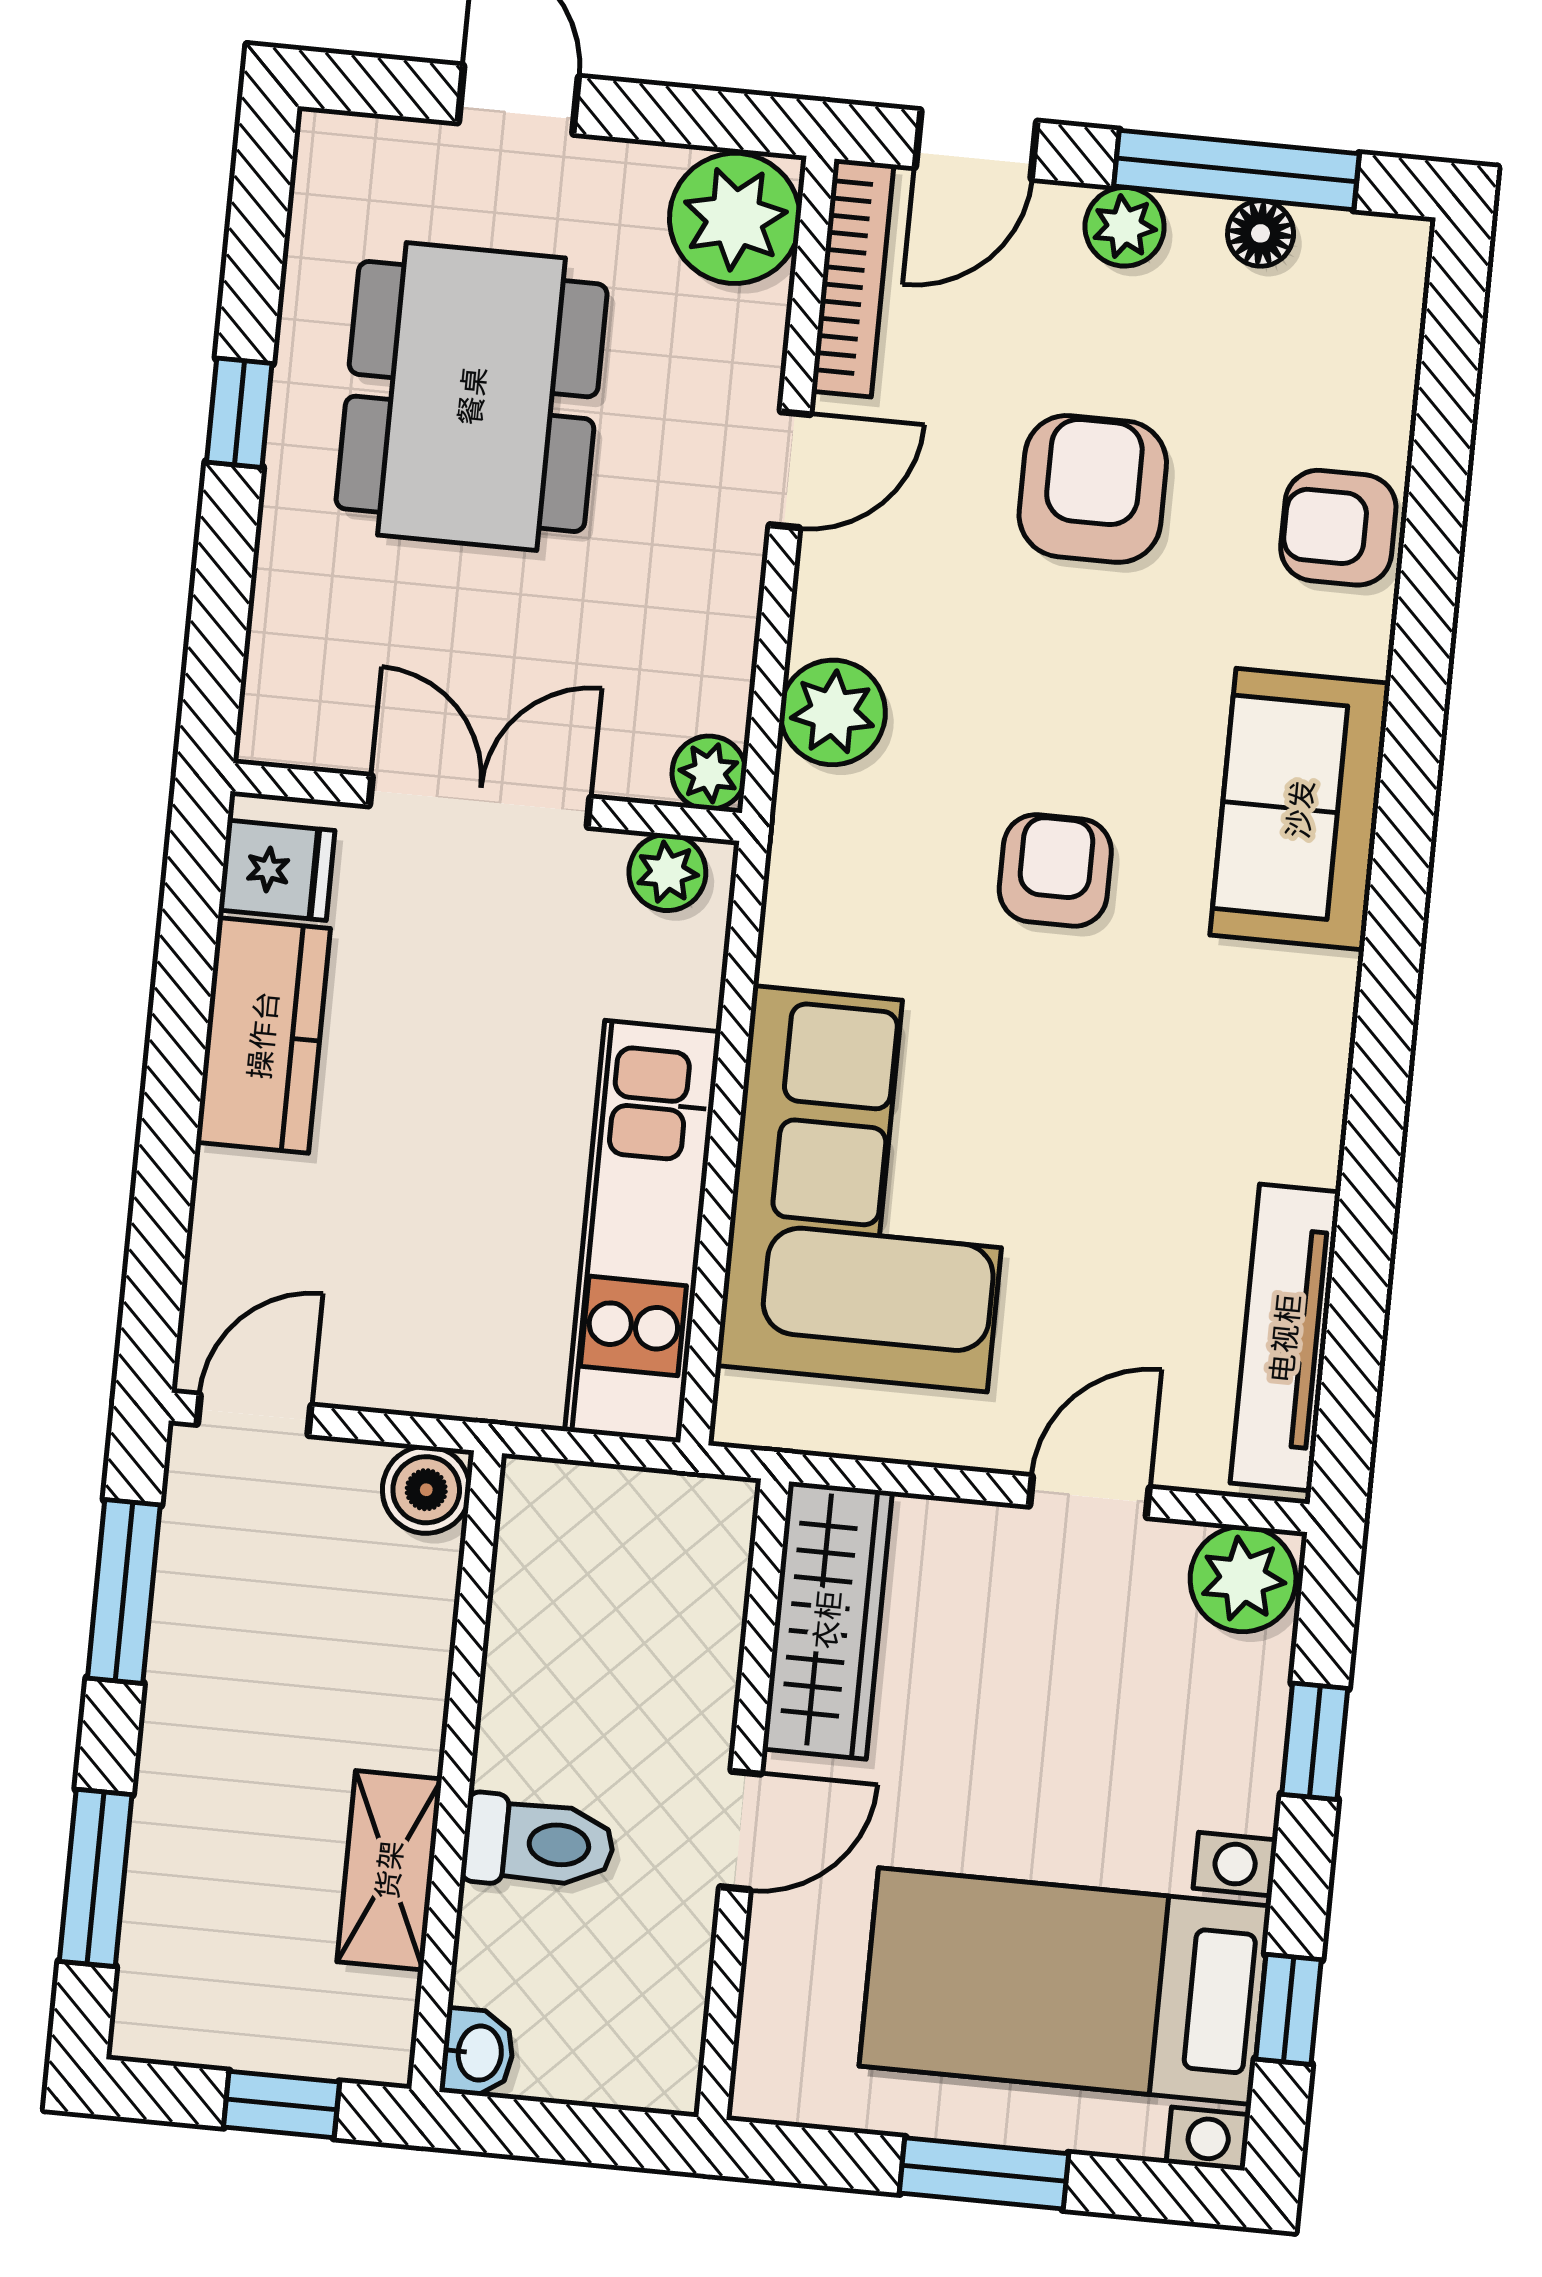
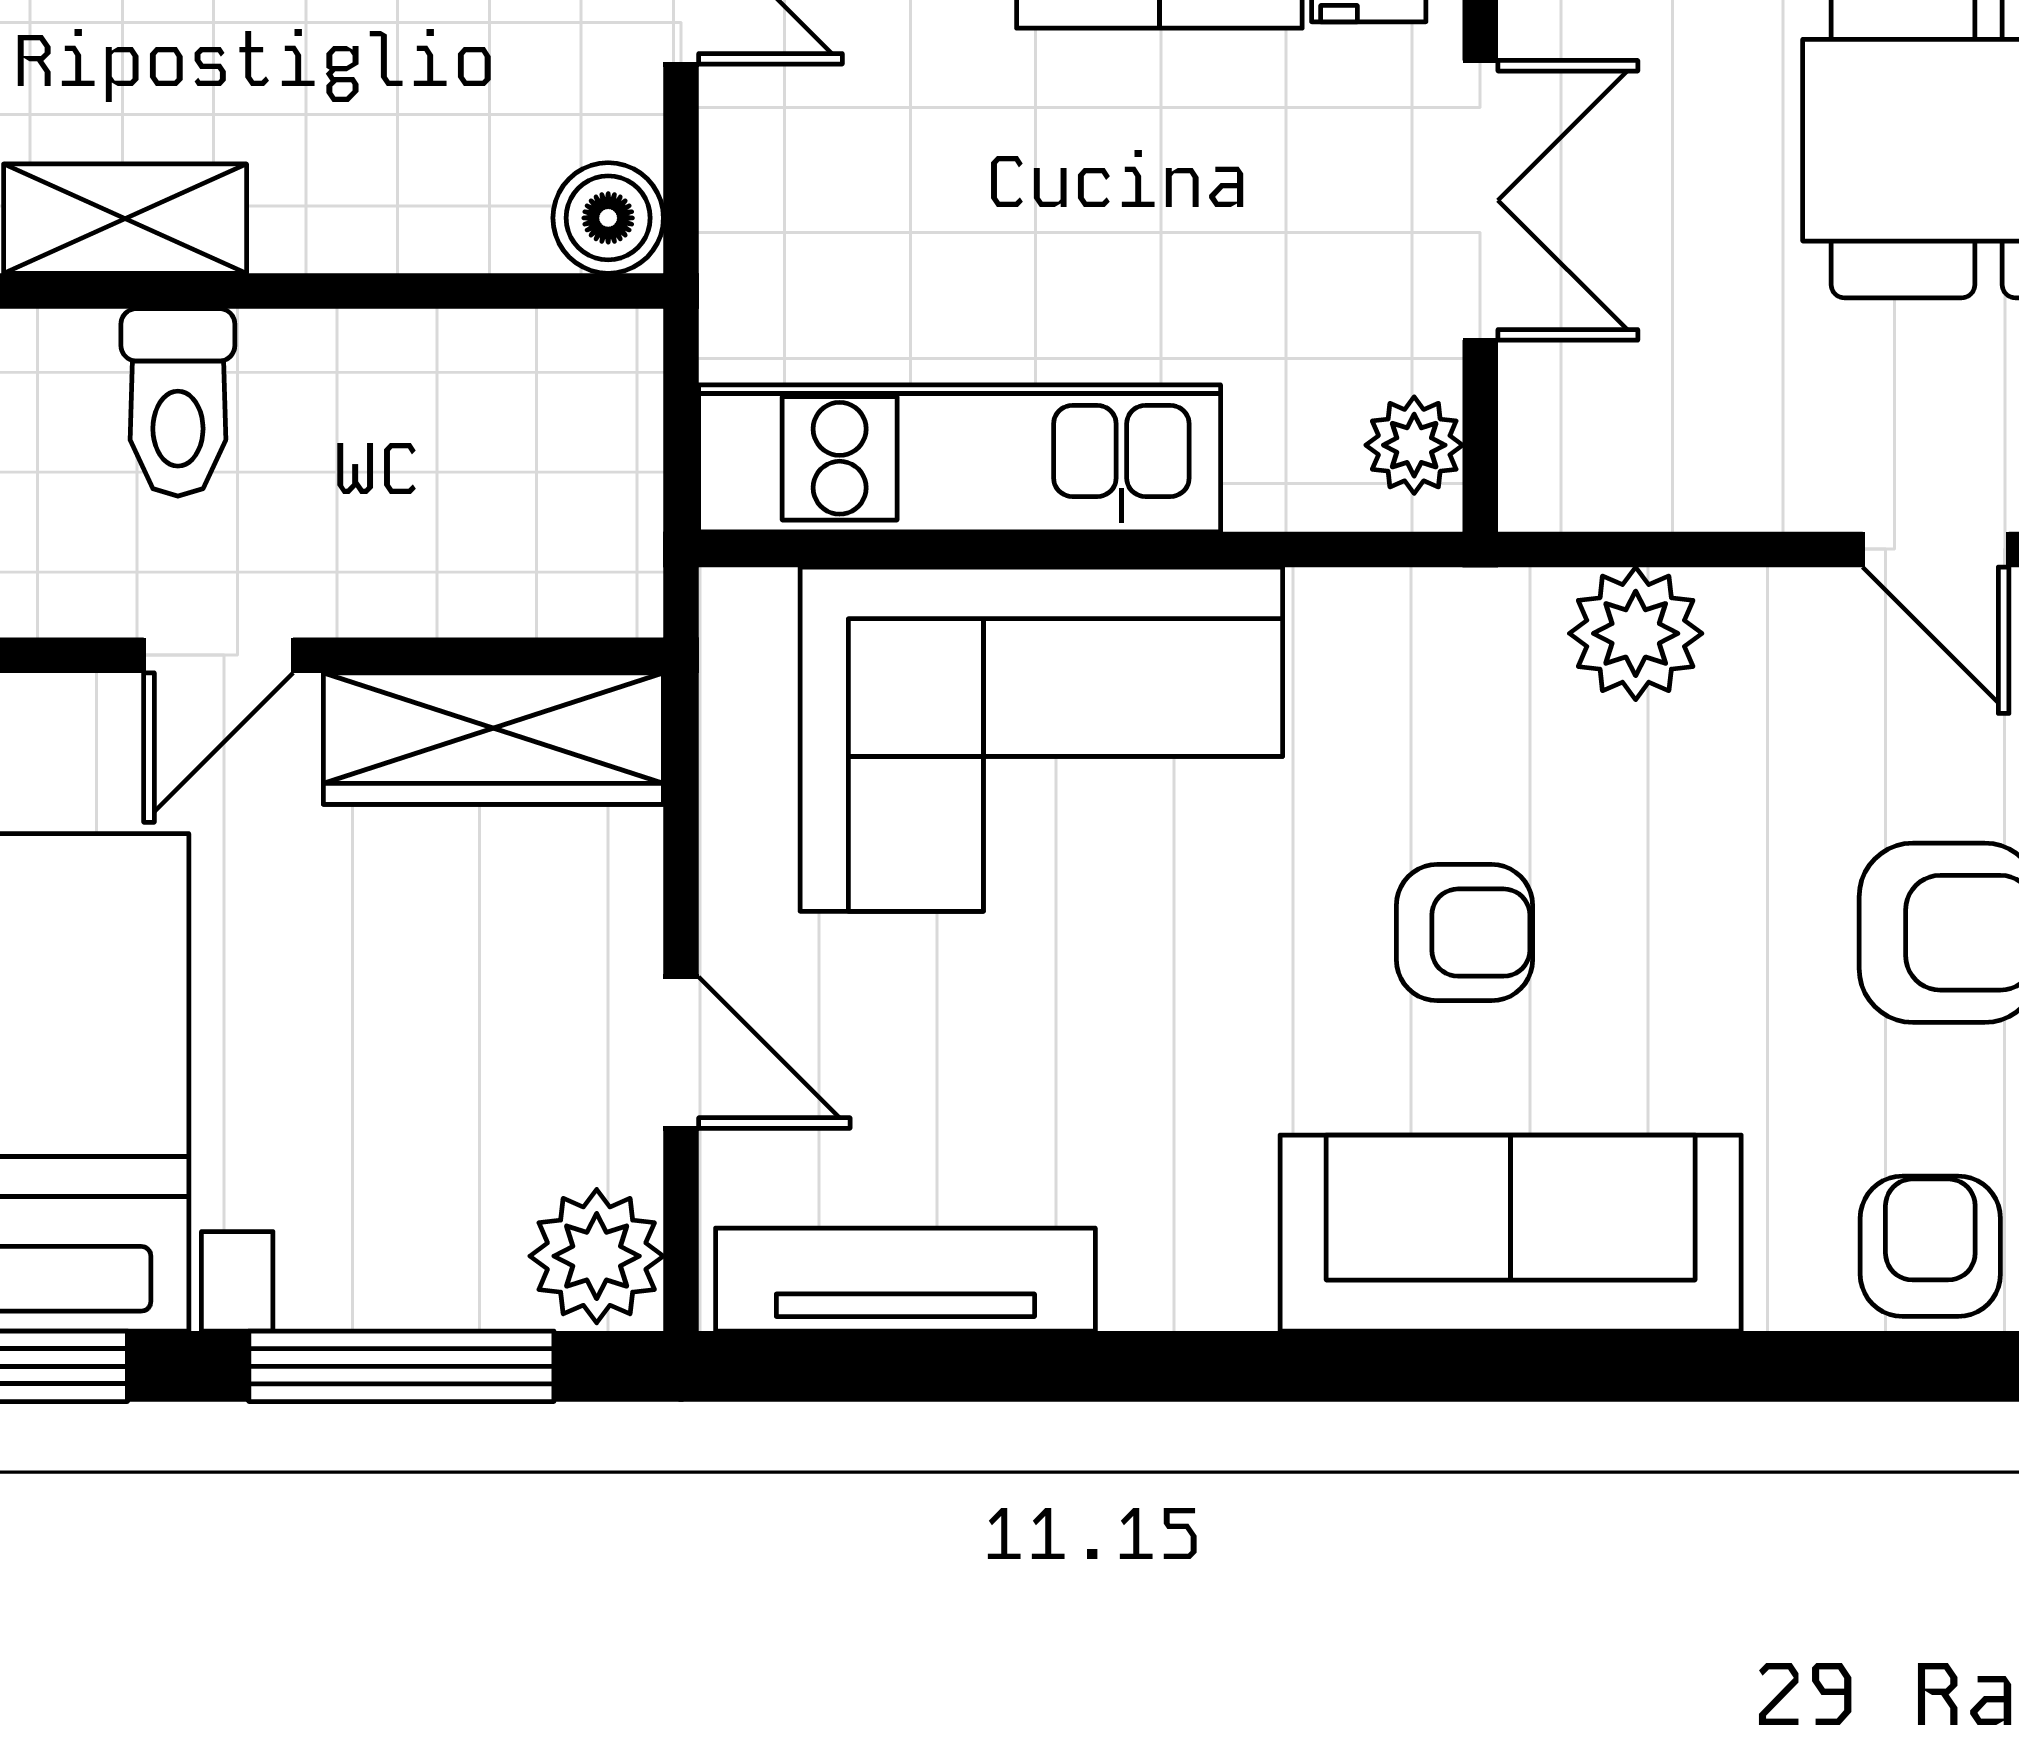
plant: (709, 773) -> (1545, 485), removed
sofa: (1300, 809) -> (1511, 1233), width x1.36
window: (1315, 1741) -> (401, 1366), width x2.17
door: (741, 1830) -> (218, 655), hinge flipped

